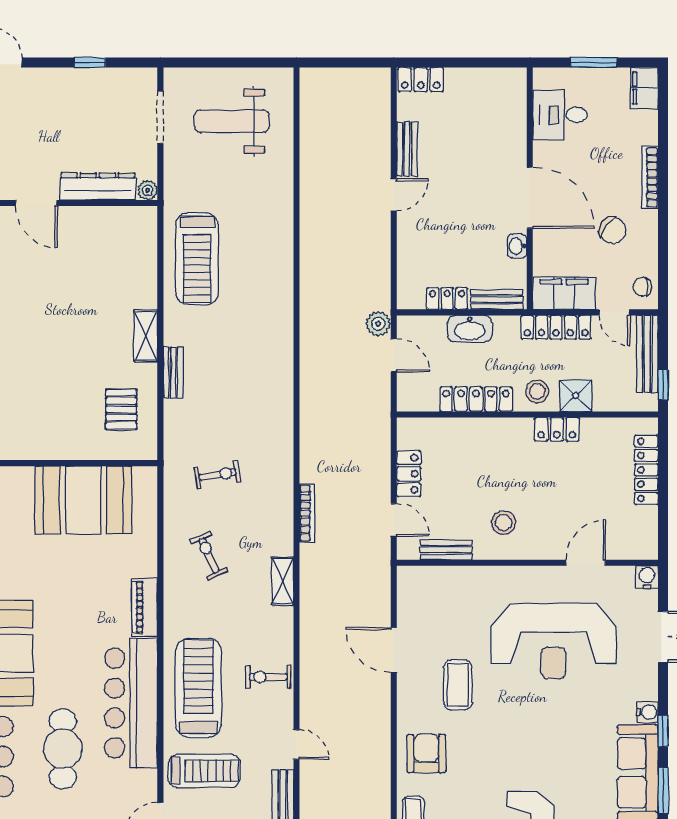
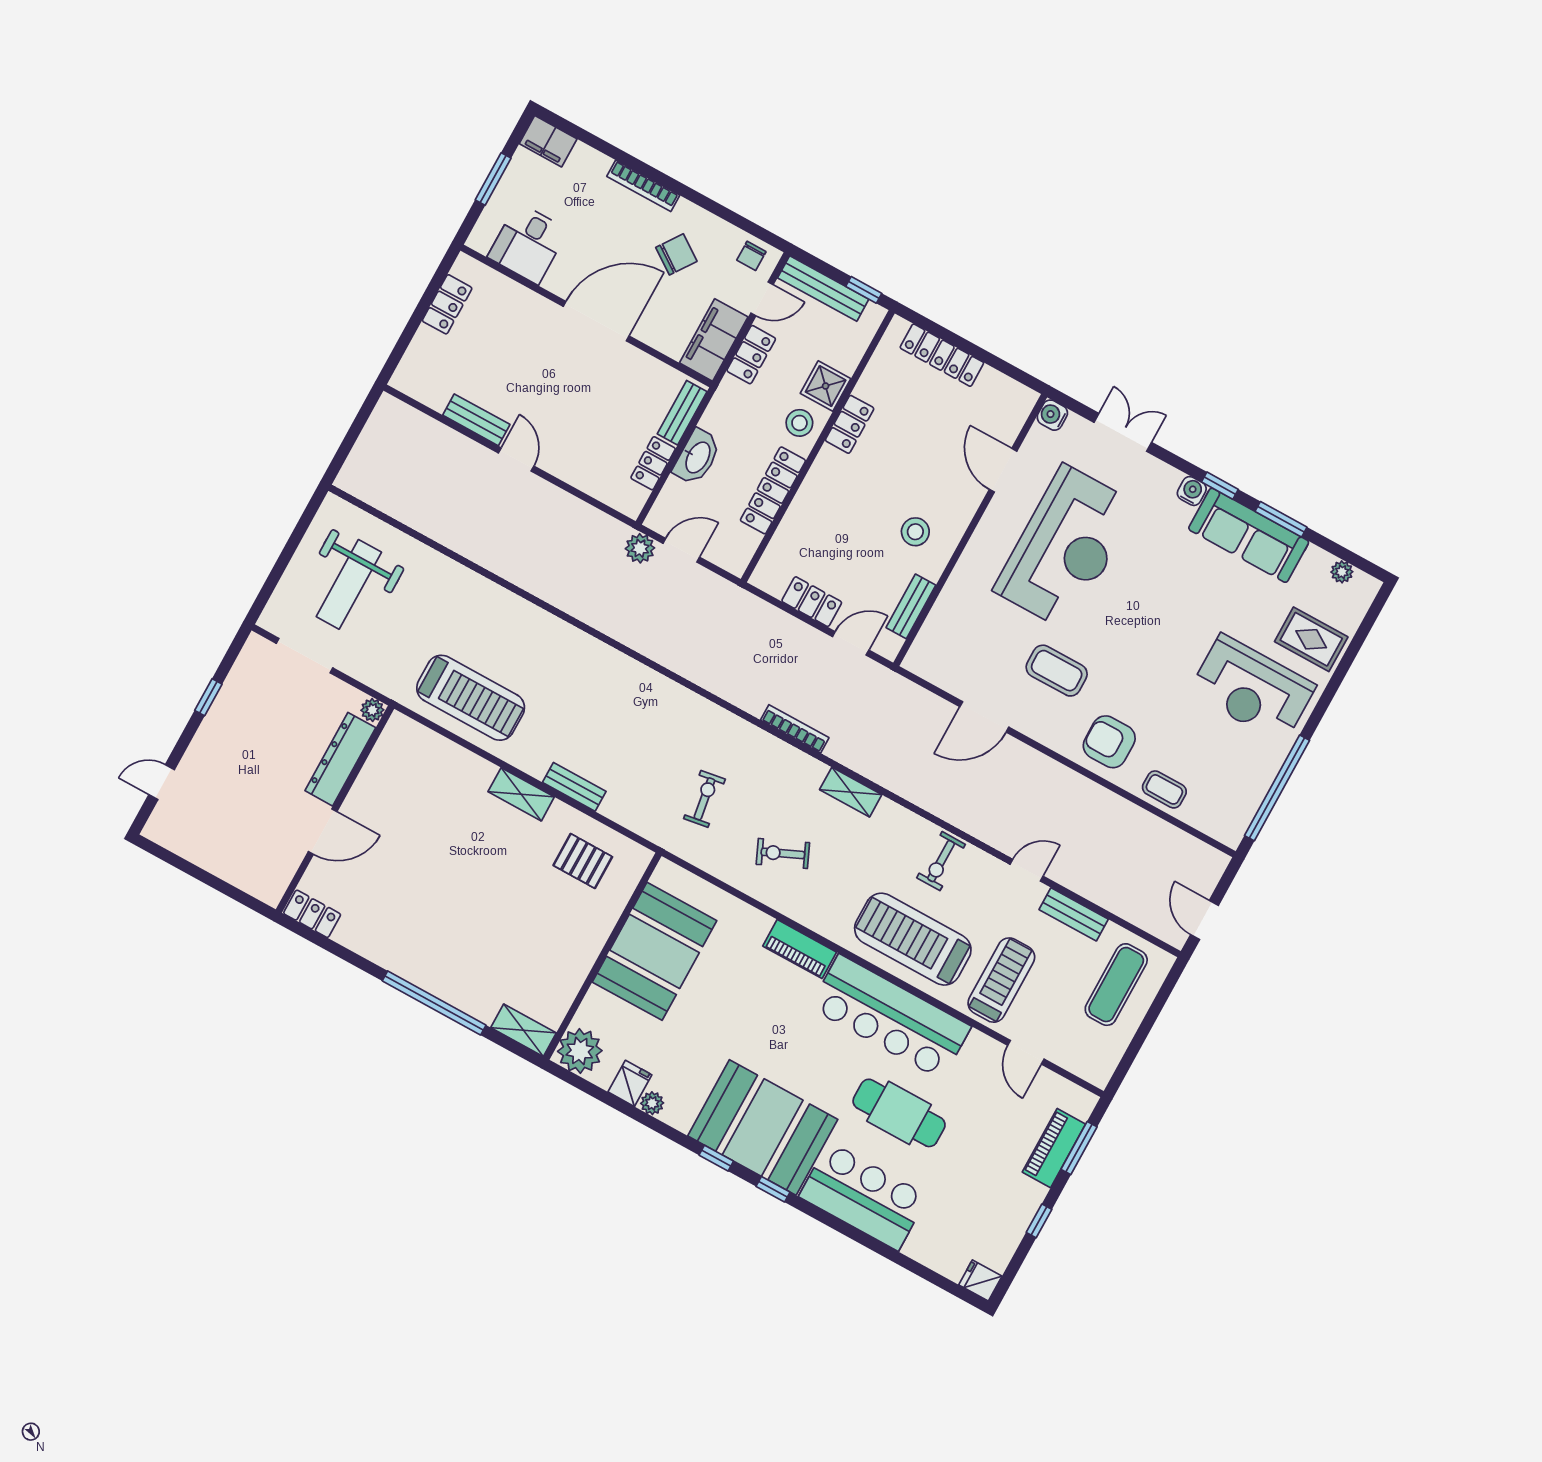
locker: (421, 80) -> (447, 304), moved
washbasin: (517, 246) -> (639, 361), removed
locker: (556, 327) -> (751, 355), width x0.66

